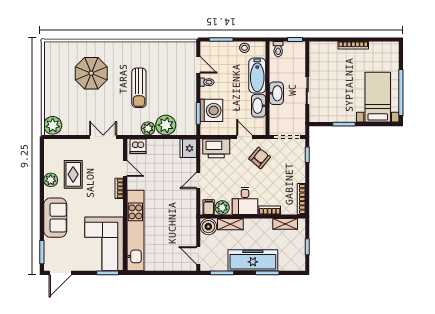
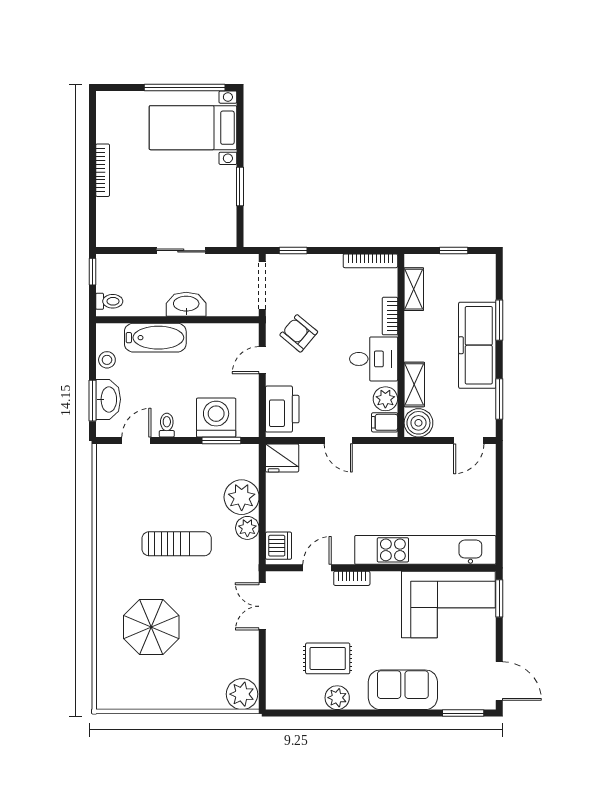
washbasin: (259, 106) -> (108, 399), moved, turned -90

